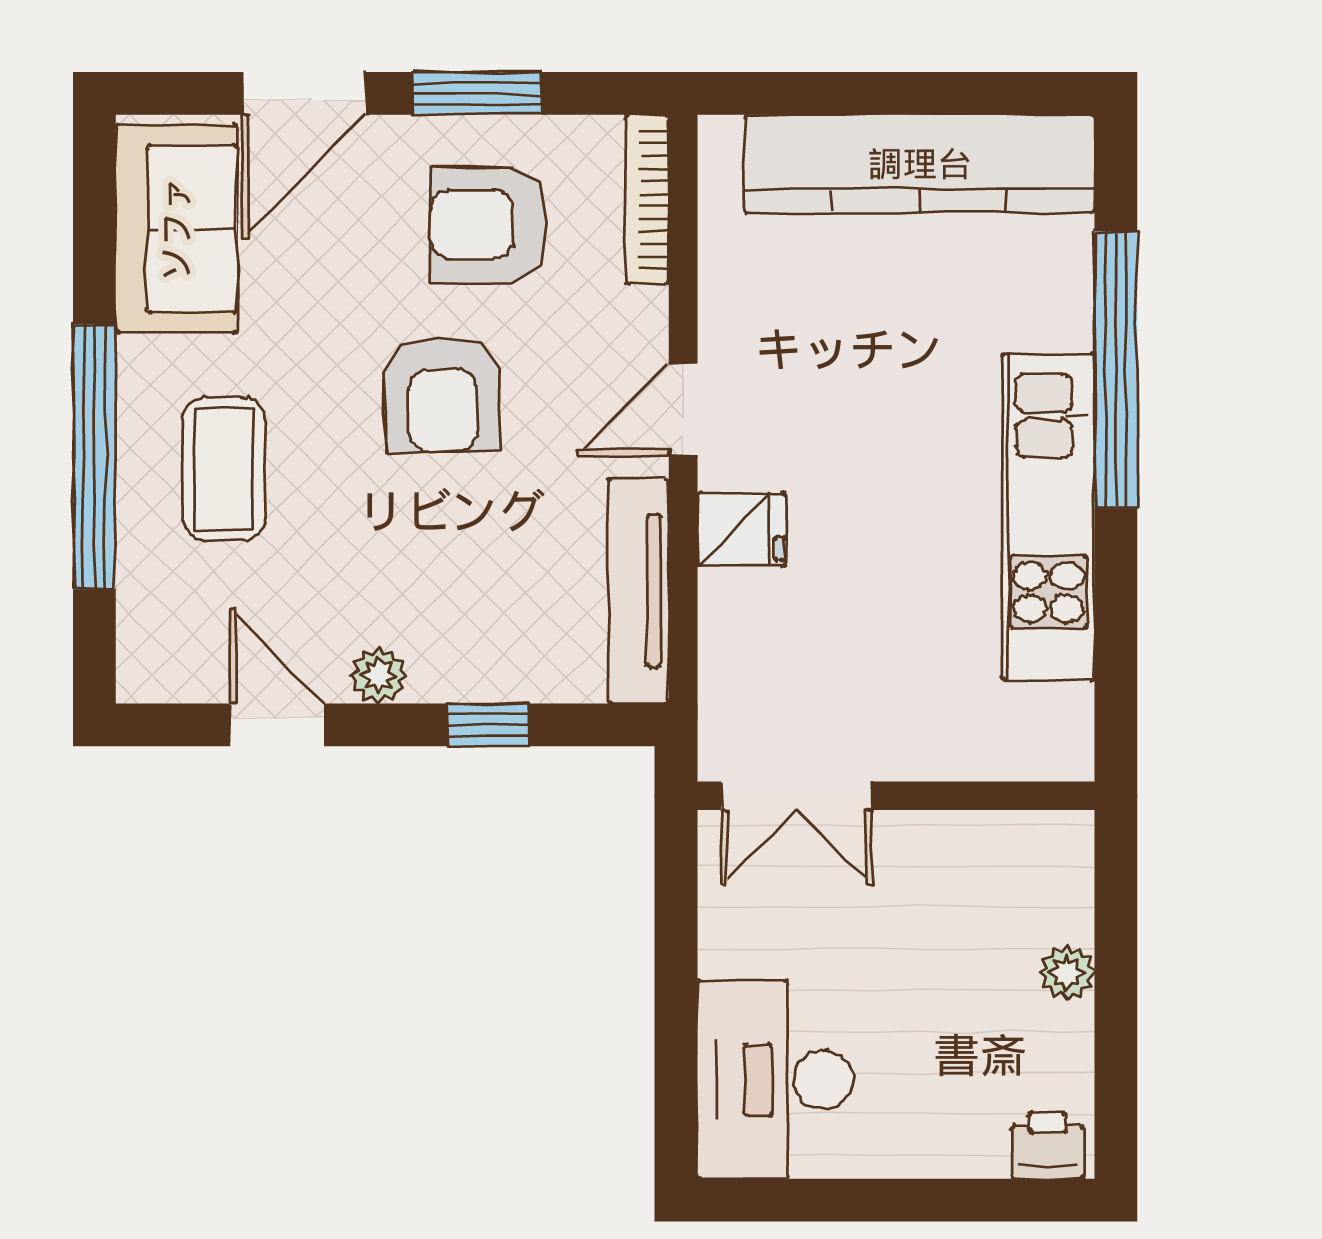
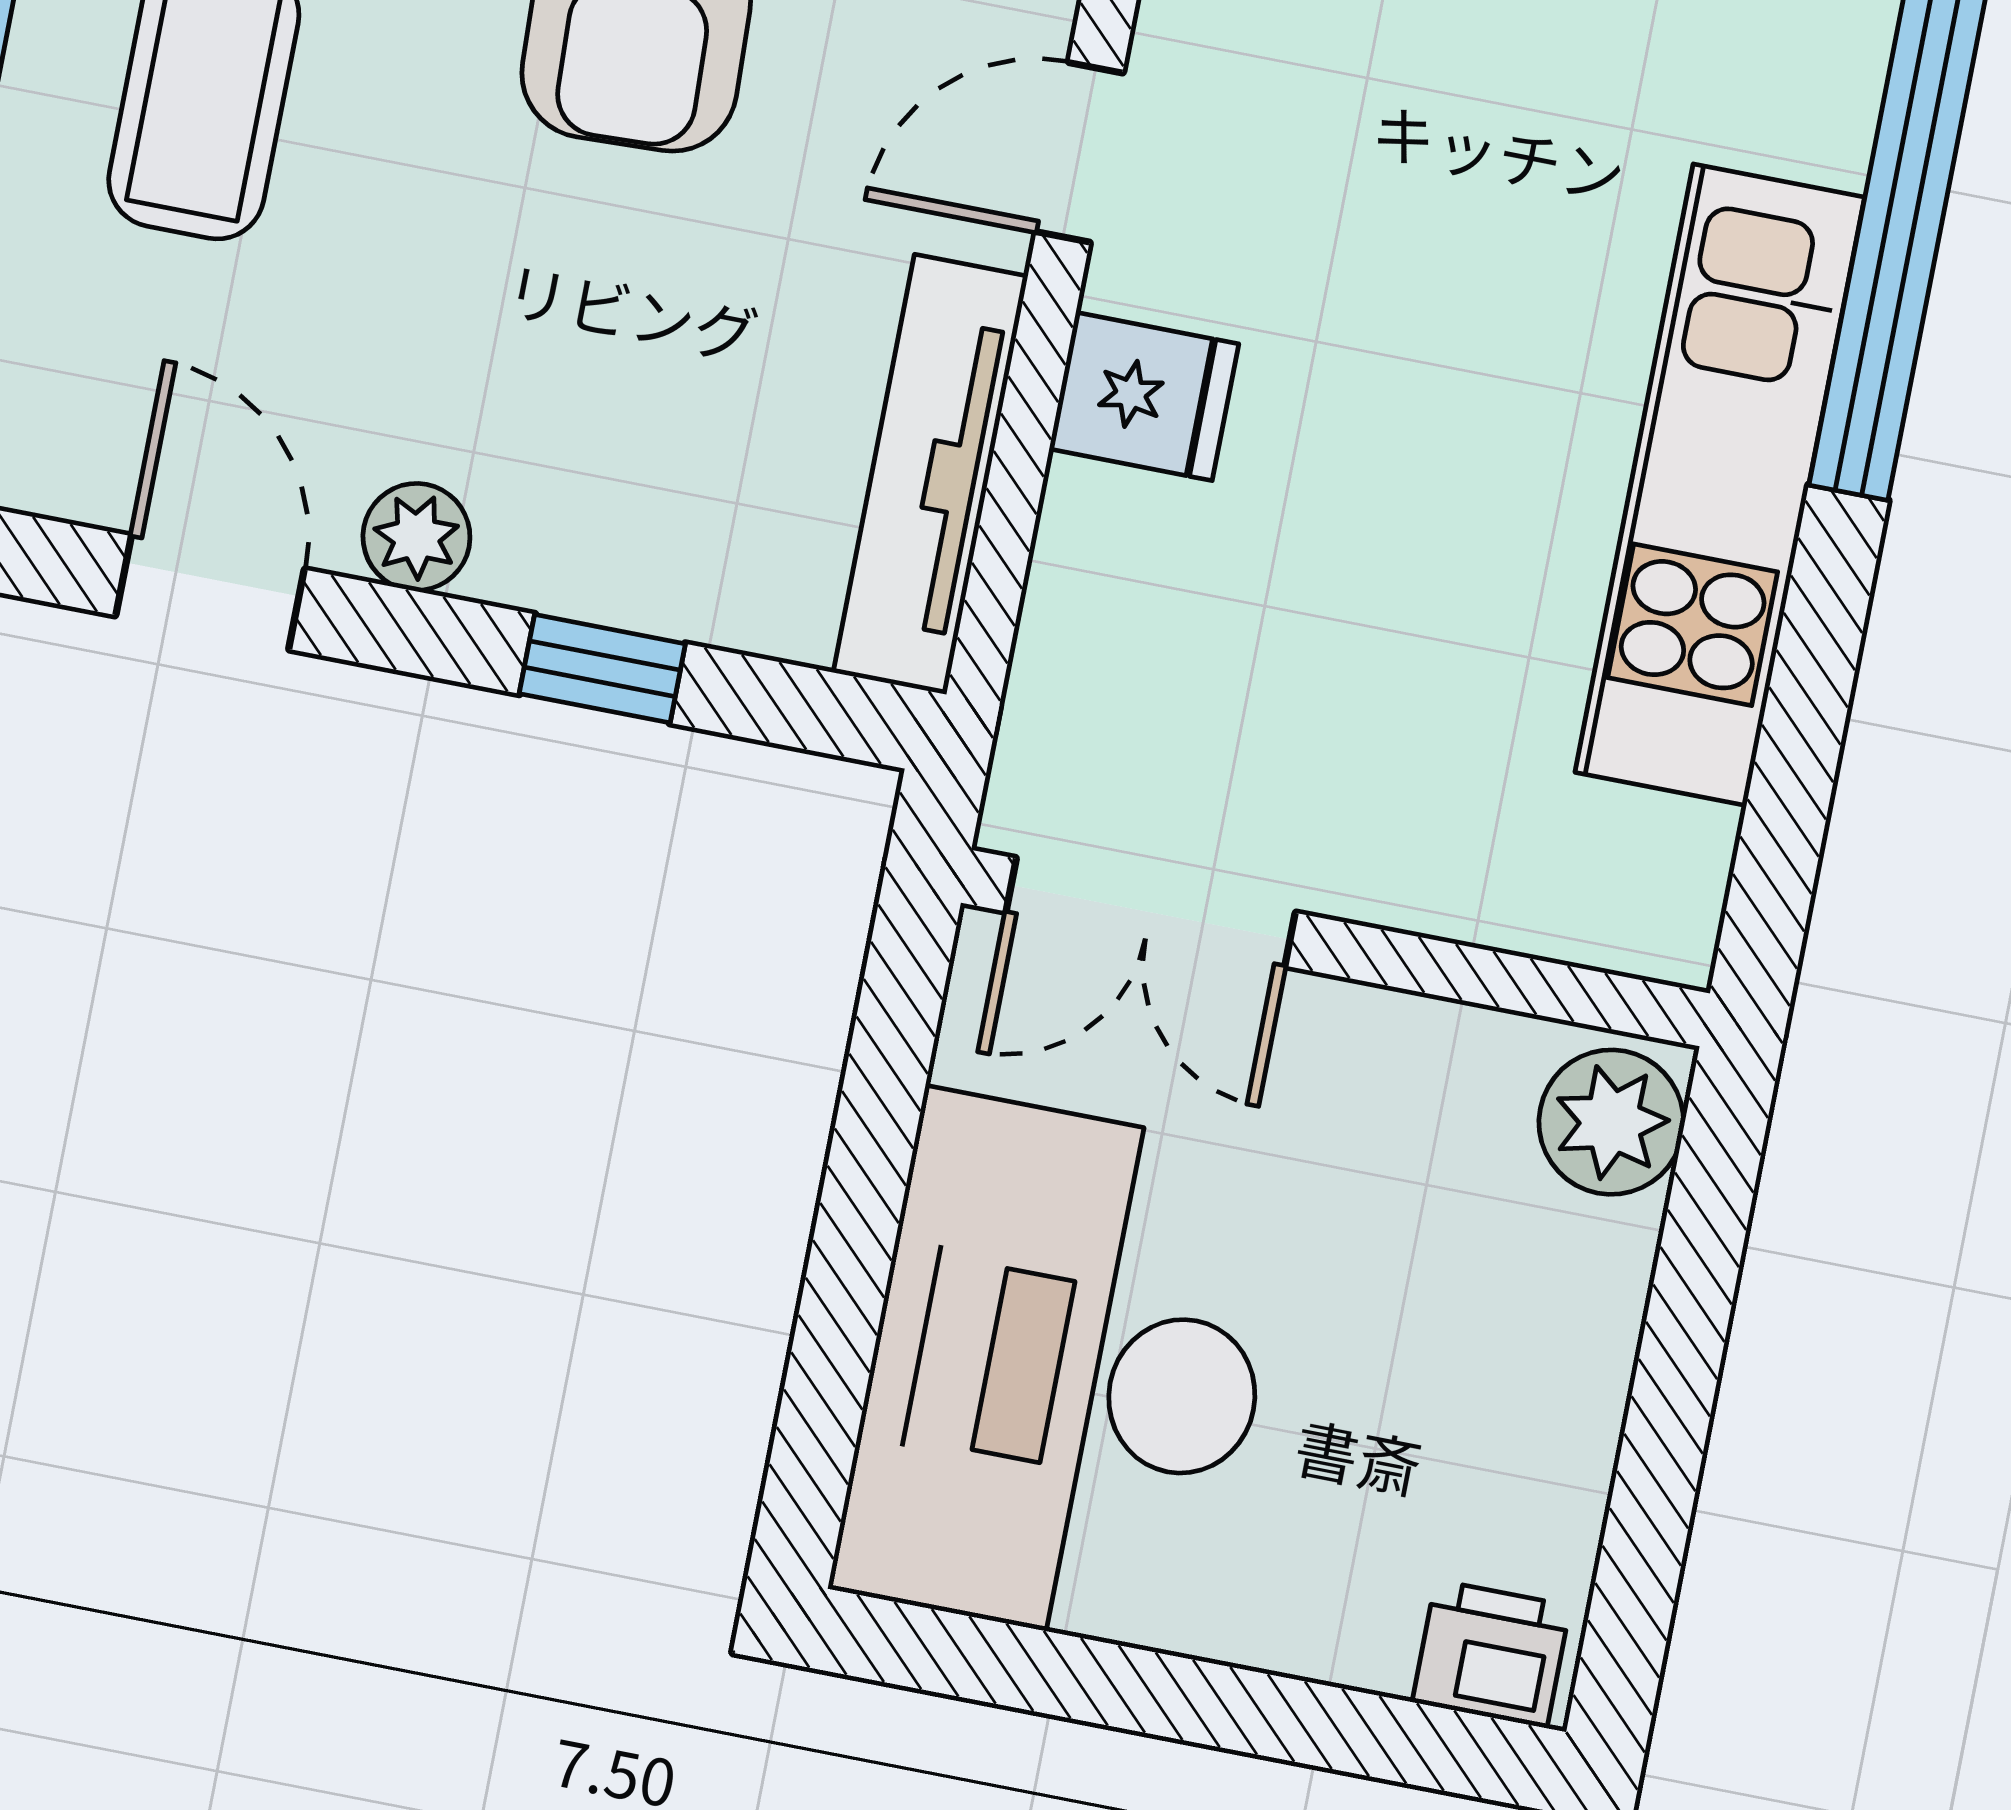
plant: (1067, 973) -> (1611, 1122), moved, width x1.38, depth x1.38
desk: (775, 1080) -> (1065, 1374), width x1.36, depth x1.30

